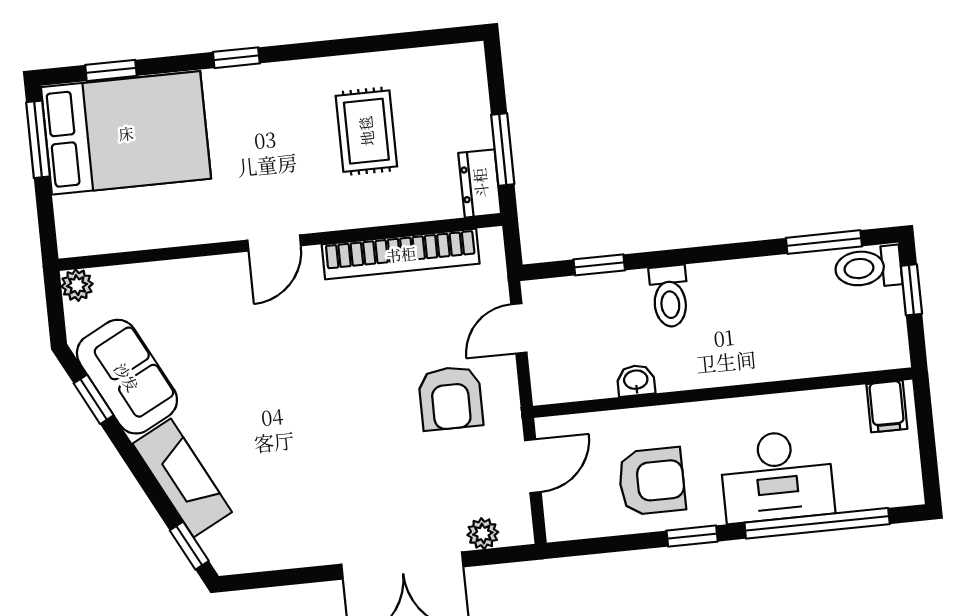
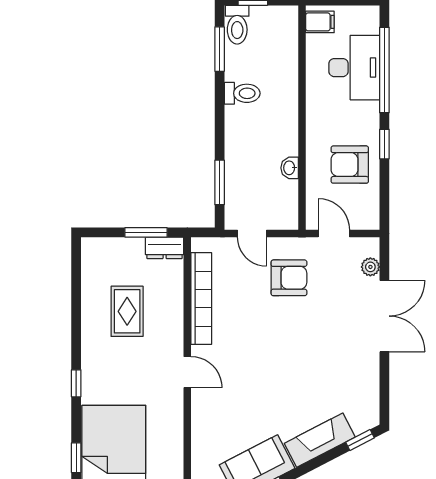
rug: (366, 131) -> (127, 311), turned 90
window: (599, 265) -> (220, 182), width x1.50
toilet: (669, 296) -> (242, 93), moved
desk: (777, 476) -> (354, 68), moved
armchair: (652, 481) -> (350, 165), turned -90

